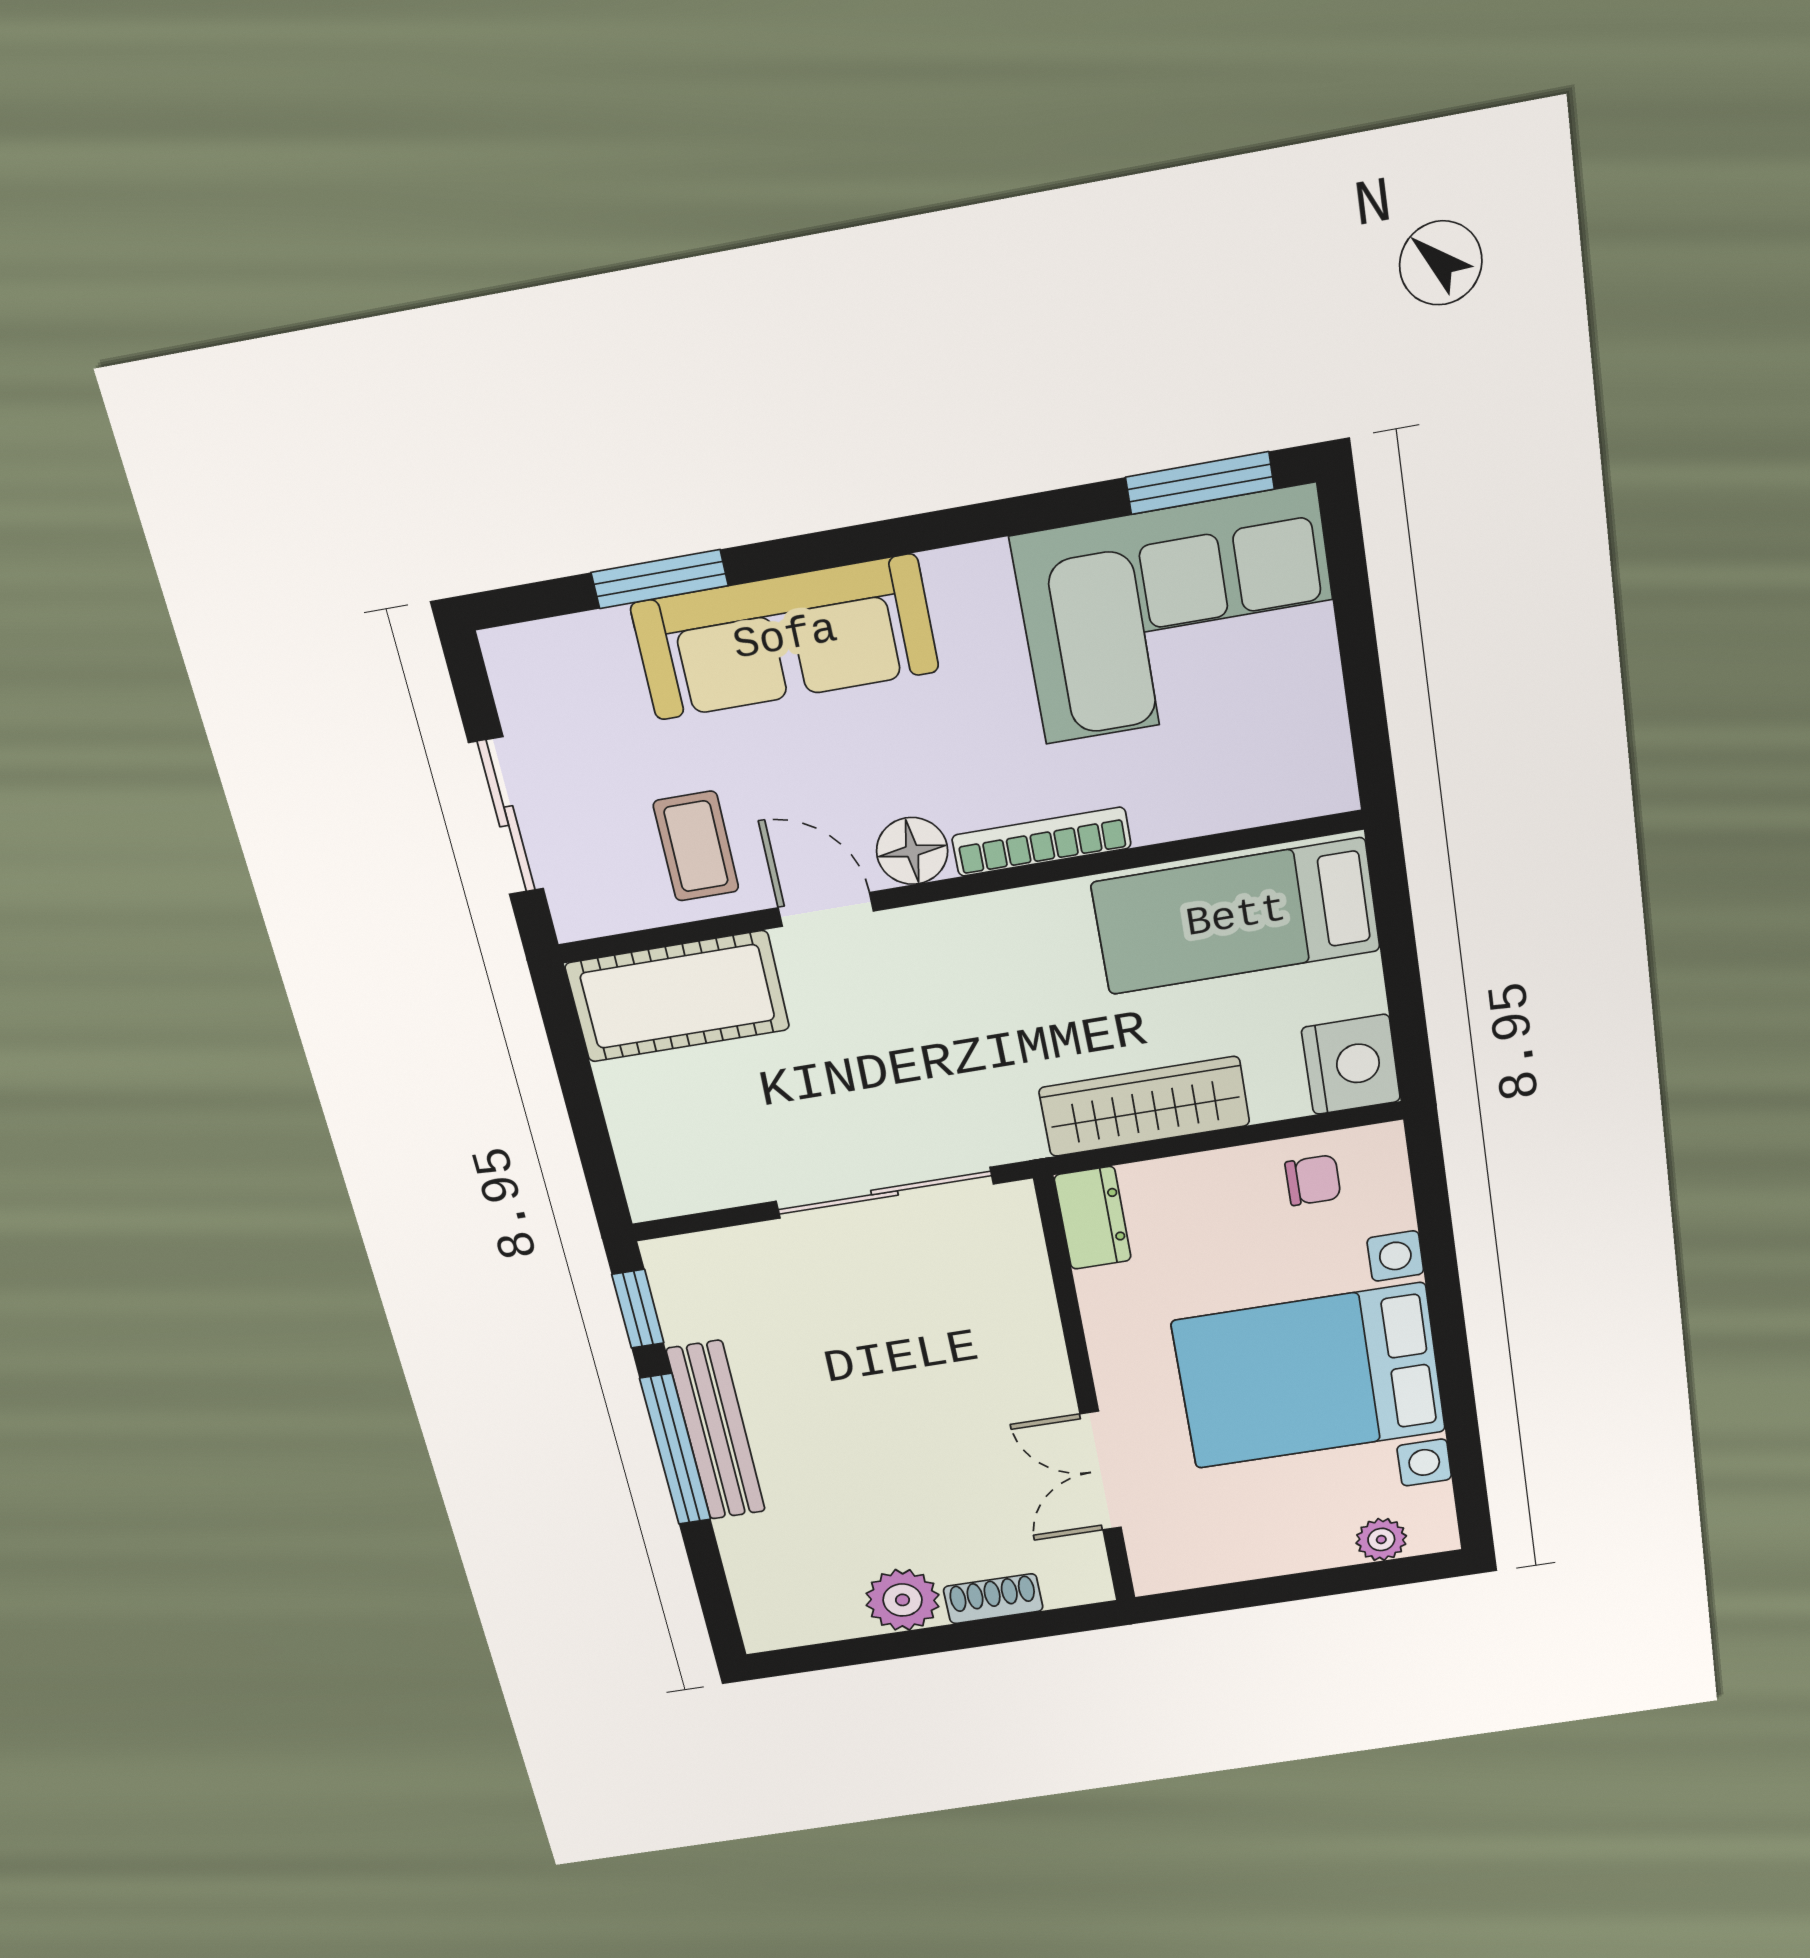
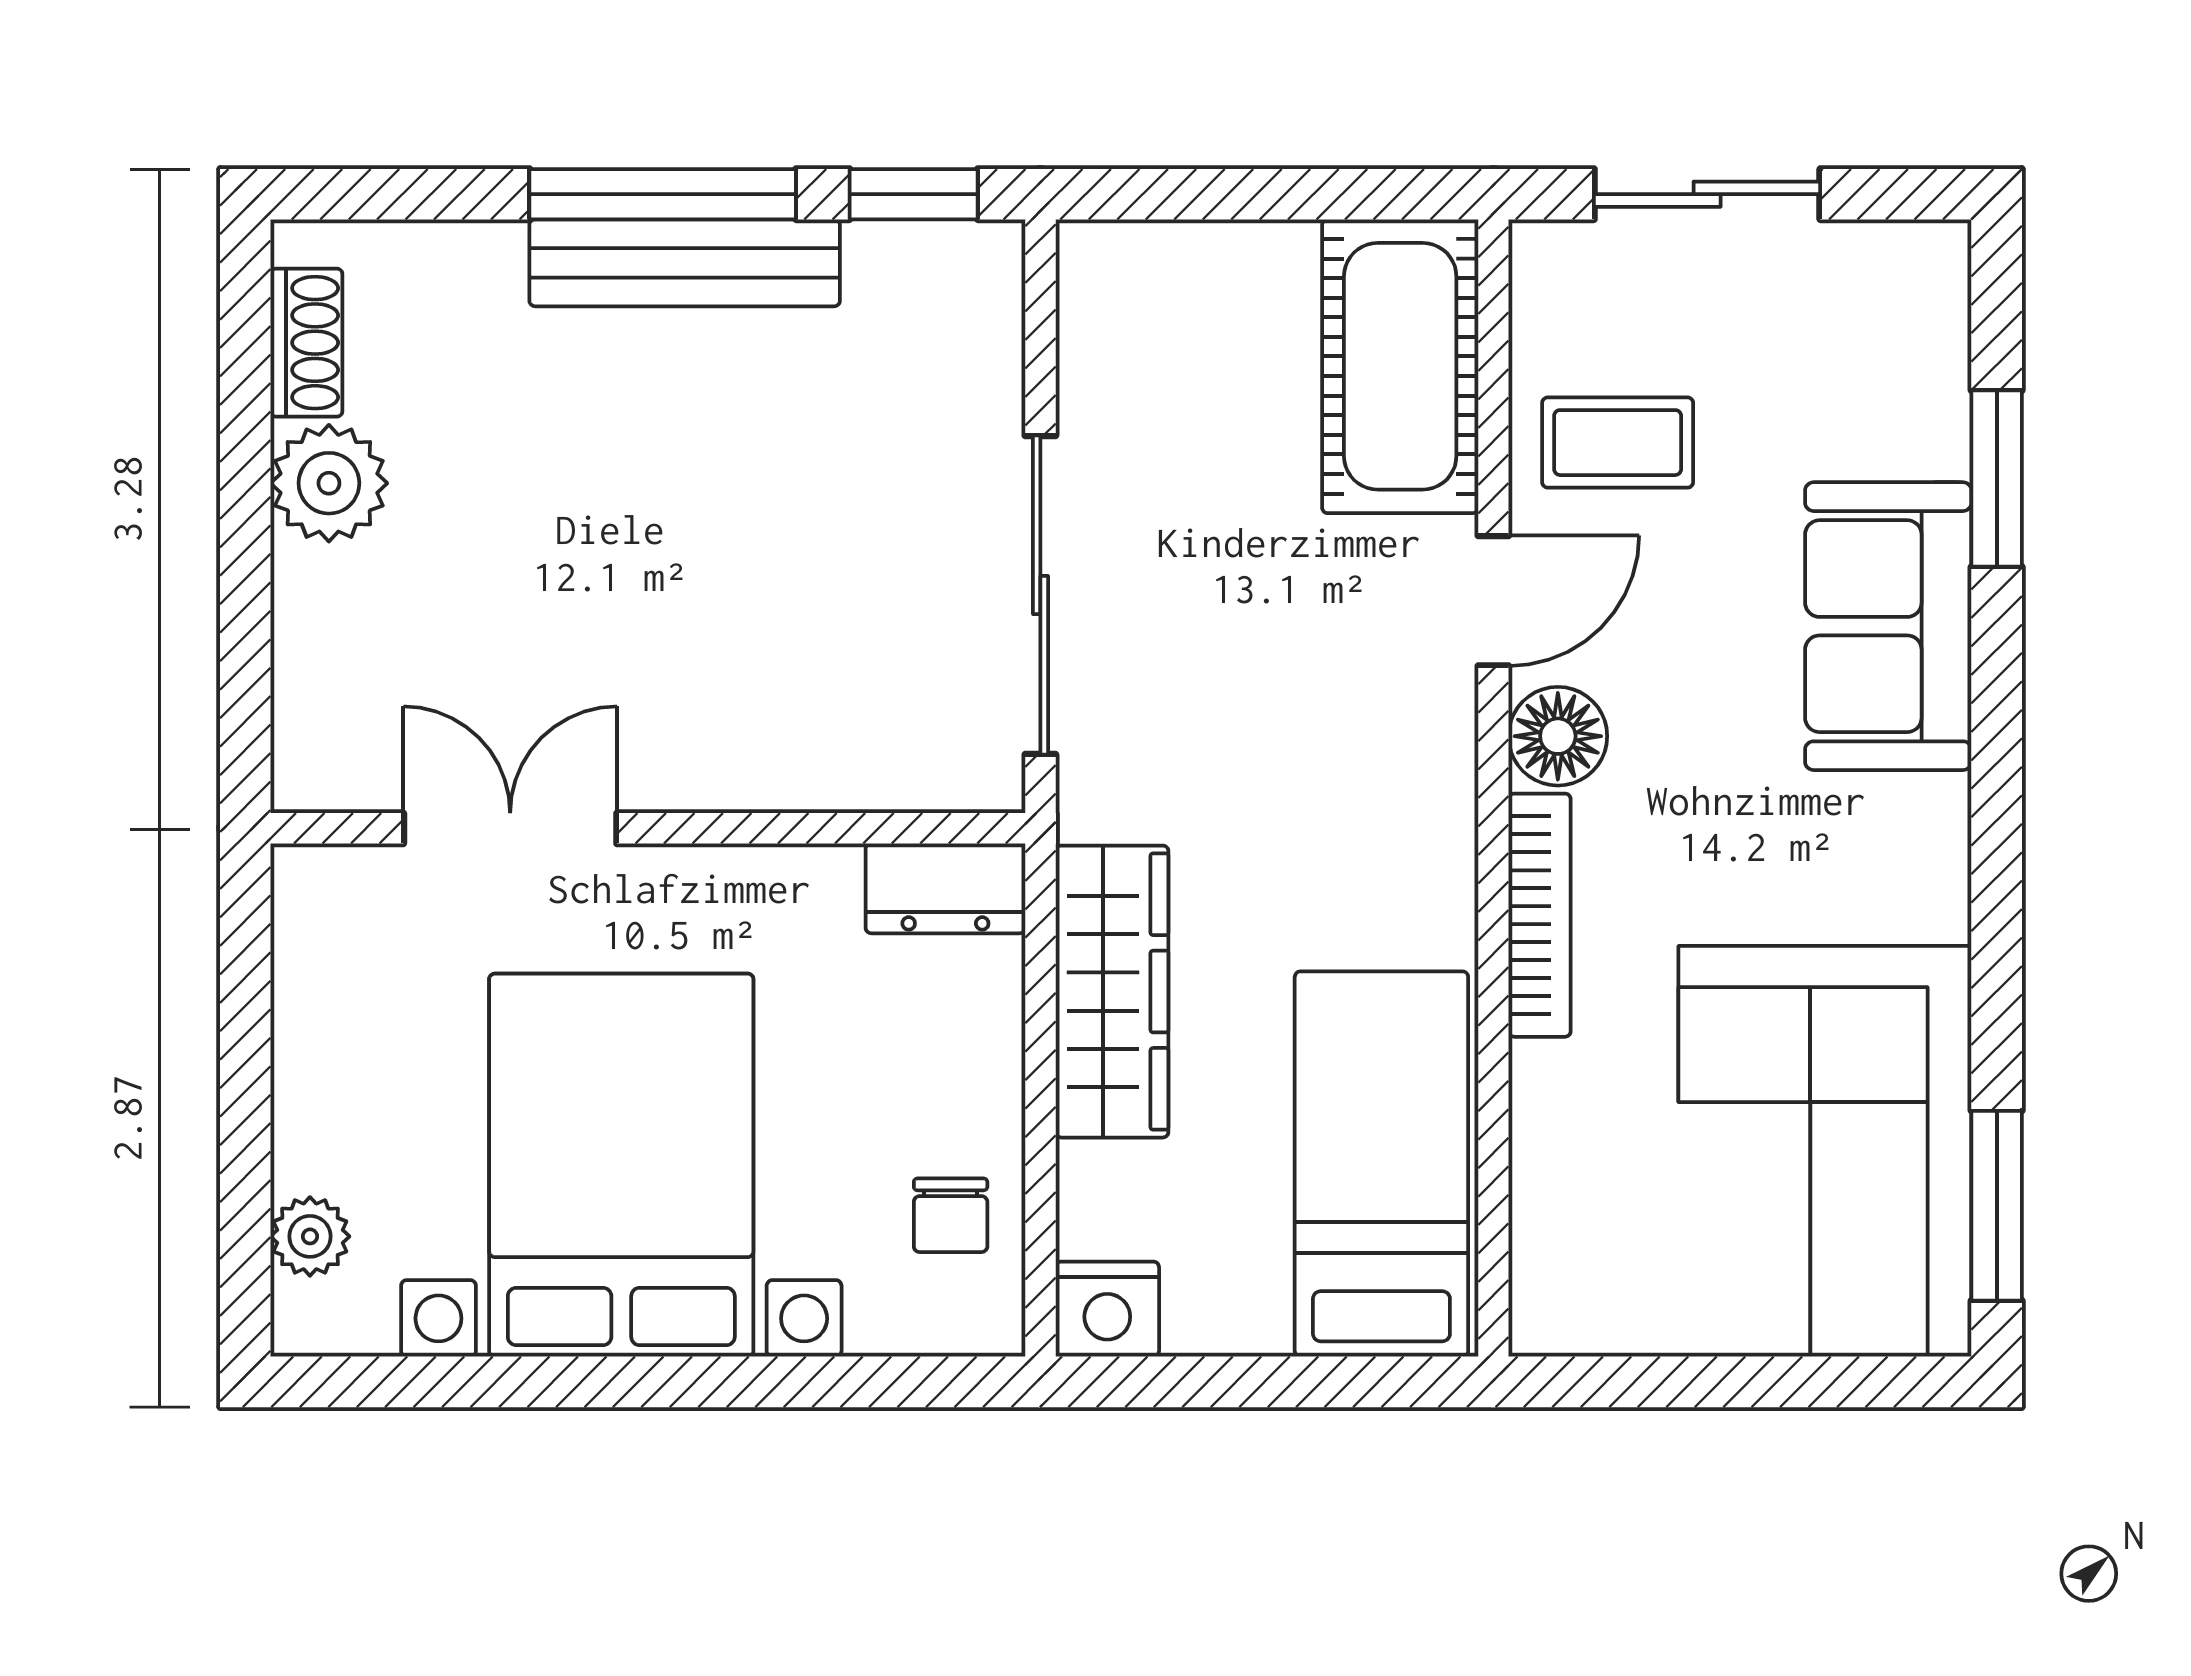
sofa: (785, 638) -> (1888, 626), width x0.73
nightstand: (1351, 1064) -> (1107, 1309), width x0.74, depth x0.75
shoe rack: (993, 1599) -> (306, 343), moved

